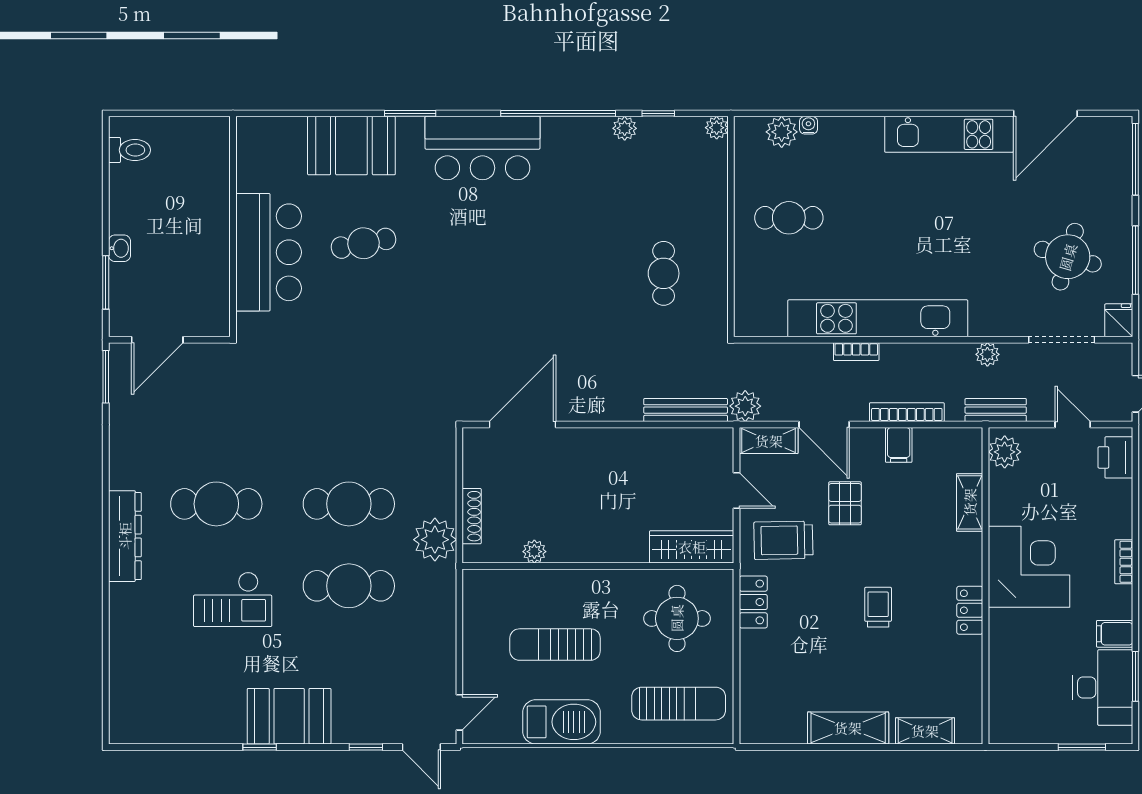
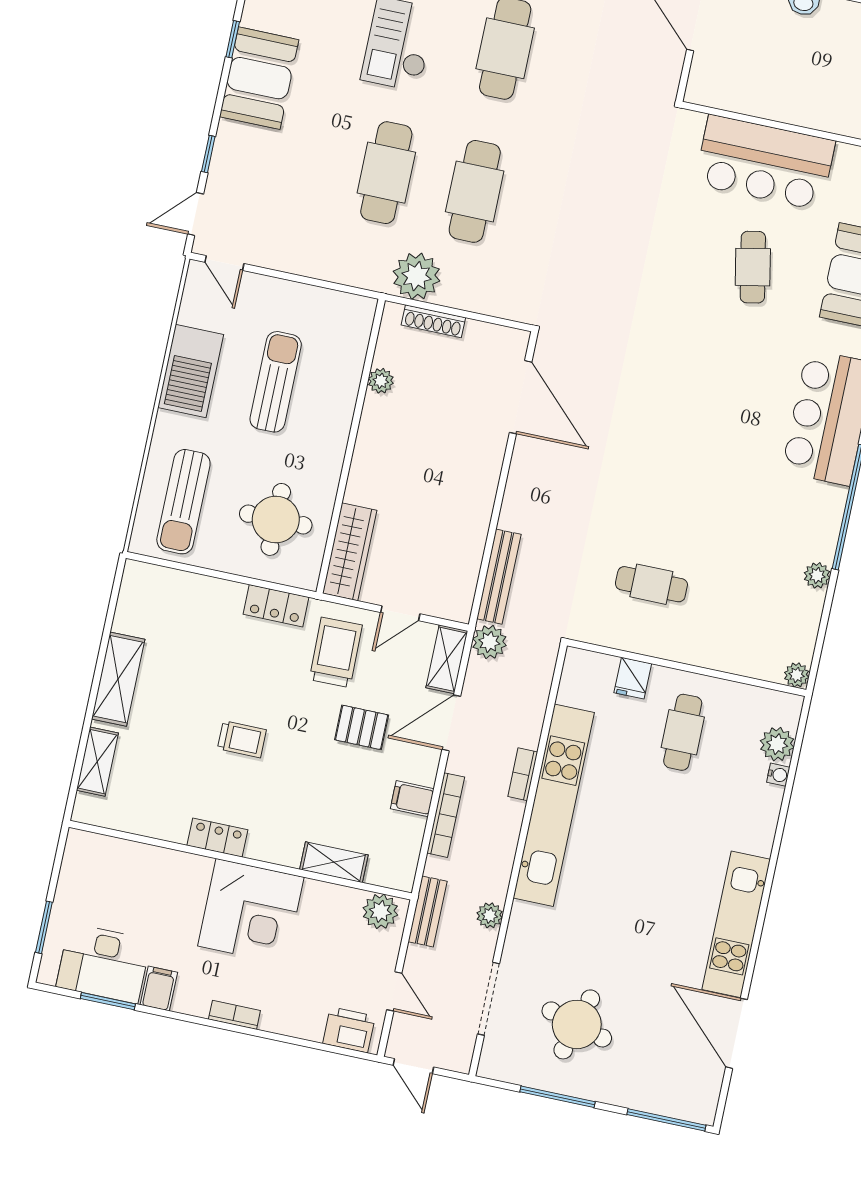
window: (658, 113) -> (825, 615), removed
fridge: (1119, 320) -> (633, 678), moved, turned 90
door: (1073, 425) -> (394, 991), hinge flipped

